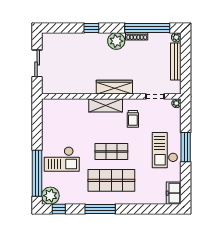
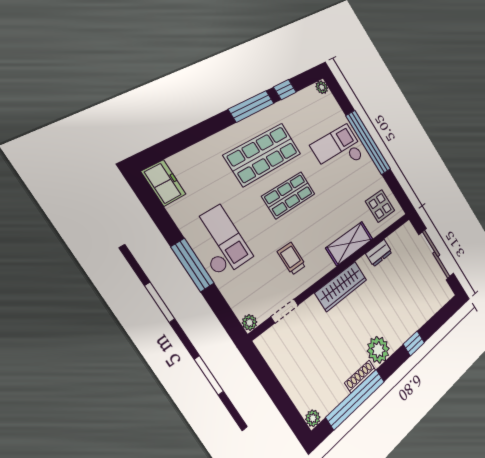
bench: (176, 62) -> (291, 383), removed
sliding door: (37, 63) -> (436, 254), width x1.37
dresser: (77, 89) -> (379, 253), added
shelving: (106, 105) -> (350, 243), moved
display table: (57, 113) -> (380, 206), added
window: (37, 173) -> (368, 143), moved
plant: (50, 196) -> (322, 87), width x0.53, depth x0.53
window: (59, 209) -> (285, 90), moved

